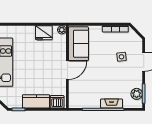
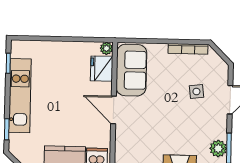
fridge: (44, 33) -> (102, 69), moved, turned 90
door: (67, 70) -> (113, 110), swing flipped

